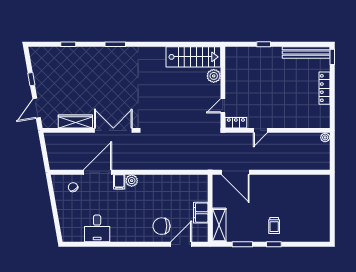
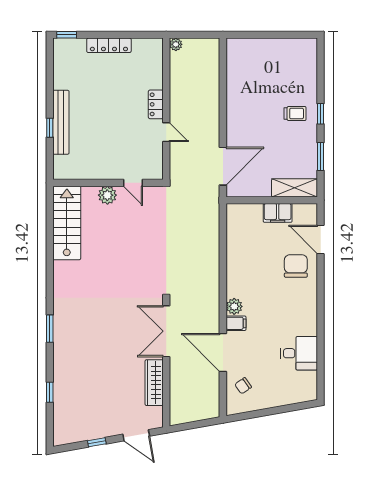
bench: (306, 53) -> (61, 122), moved
plant: (214, 76) -> (107, 195), moved
locker: (236, 123) -> (156, 104), moved
chair: (162, 226) -> (296, 266), turned 180

